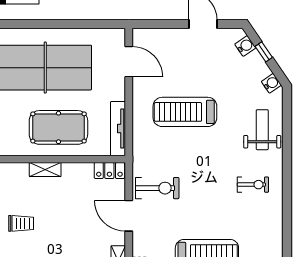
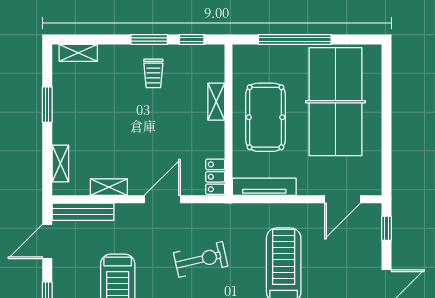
window: (153, 24) -> (386, 228), added
exercise bike: (157, 188) -> (201, 259), moved, turned -103

